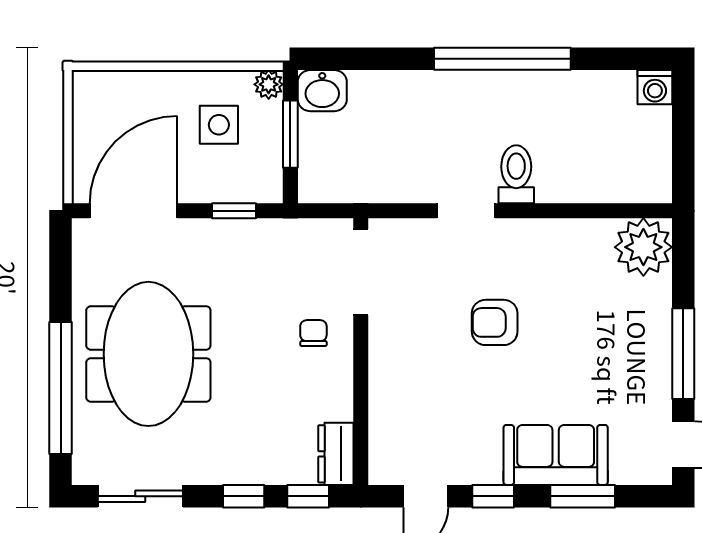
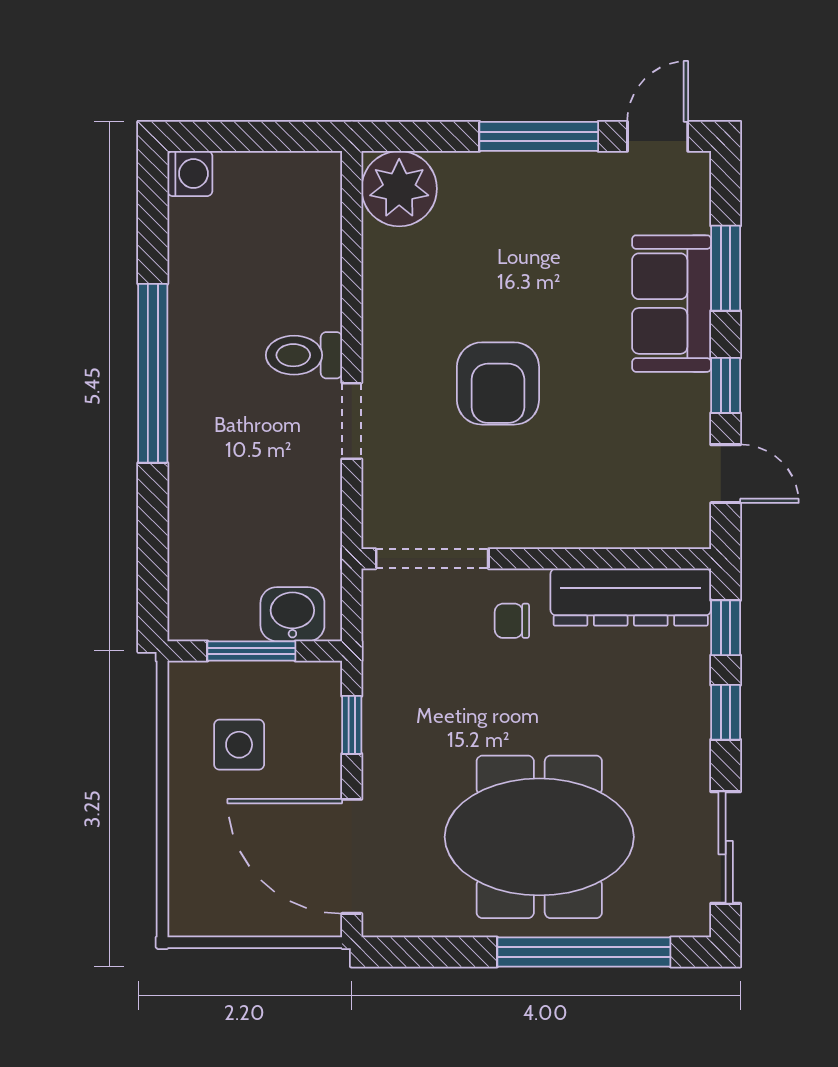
plant: (269, 84) -> (186, 680), removed
washbasin: (322, 91) -> (292, 614), moved, turned -90
armchair: (495, 322) -> (498, 383), width x1.38, depth x1.38
dresser: (336, 454) -> (631, 597), width x1.96, depth x1.24

